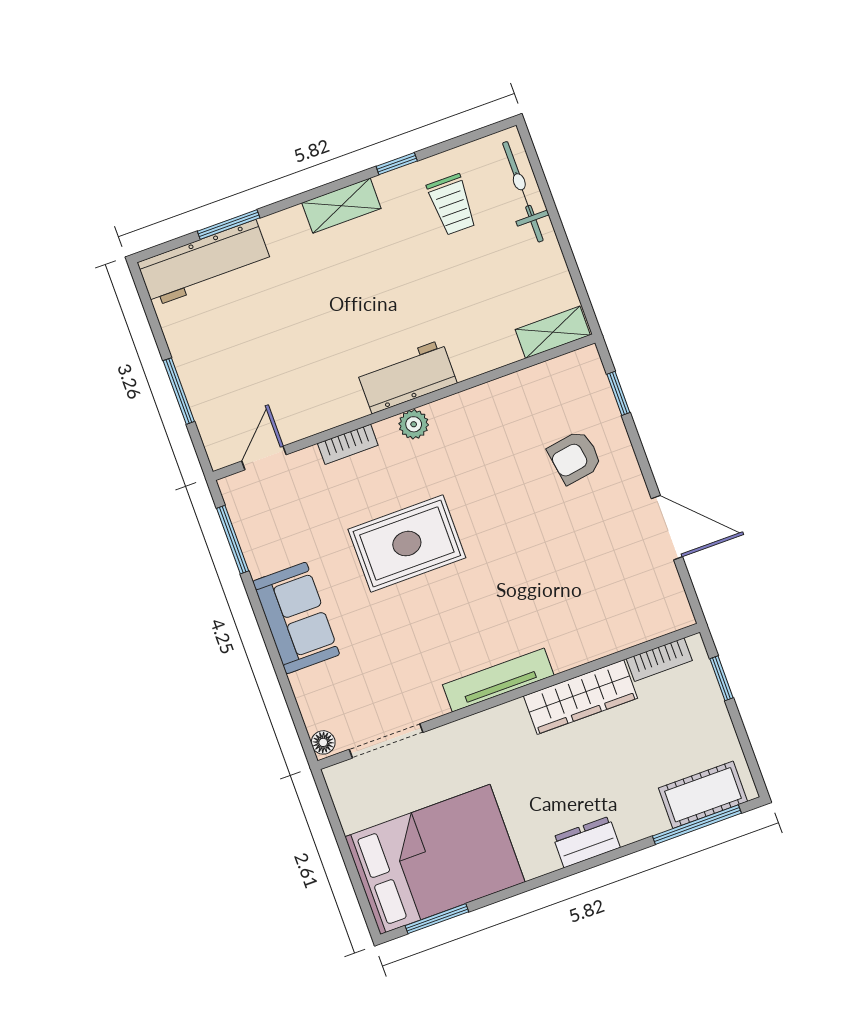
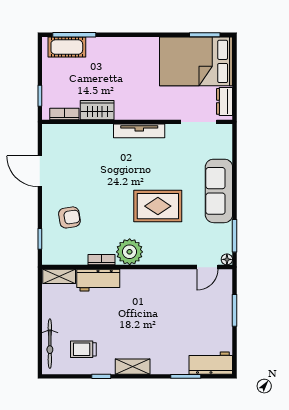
trolley: (452, 205) -> (83, 349), turned -90
workbench: (204, 263) -> (211, 363), width x0.73
workbench: (407, 377) -> (98, 280), moved
plant: (414, 424) -> (130, 252), width x1.88, depth x1.88
bookcase: (348, 444) -> (102, 260), moved
sofa: (296, 618) -> (219, 191), width x1.36
wardrobe: (580, 697) -> (97, 110), width x0.67
floor lamp: (323, 742) -> (227, 259), moved
dresser: (587, 842) -> (225, 101), moved, turned 90

